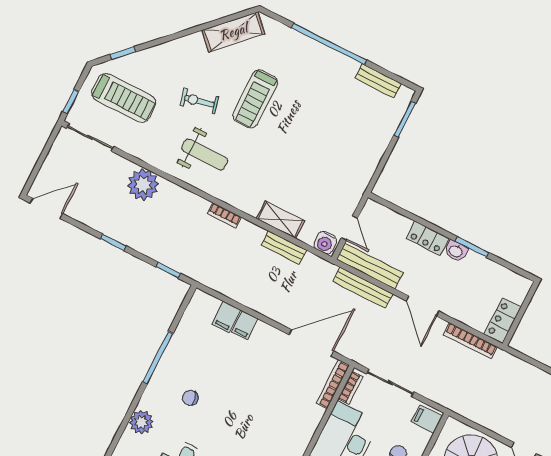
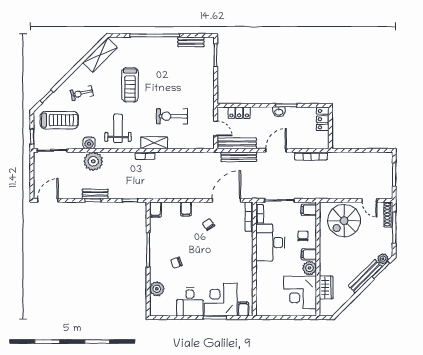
exercise bike: (199, 101) -> (82, 93), moved
weight bench: (205, 154) -> (118, 128), turned -90
exercise bike: (294, 177) -> (172, 116), added
shelving: (280, 220) -> (154, 143), moved
locker: (427, 238) -> (239, 113), moved
water cooler: (325, 243) -> (89, 143), moved
bench: (284, 248) -> (95, 194), moved
door: (423, 306) -> (276, 150), swing flipped
filing cabinet: (226, 317) -> (155, 210), moved
locker: (503, 321) -> (323, 119), moved
chair: (267, 365) -> (209, 224), added

